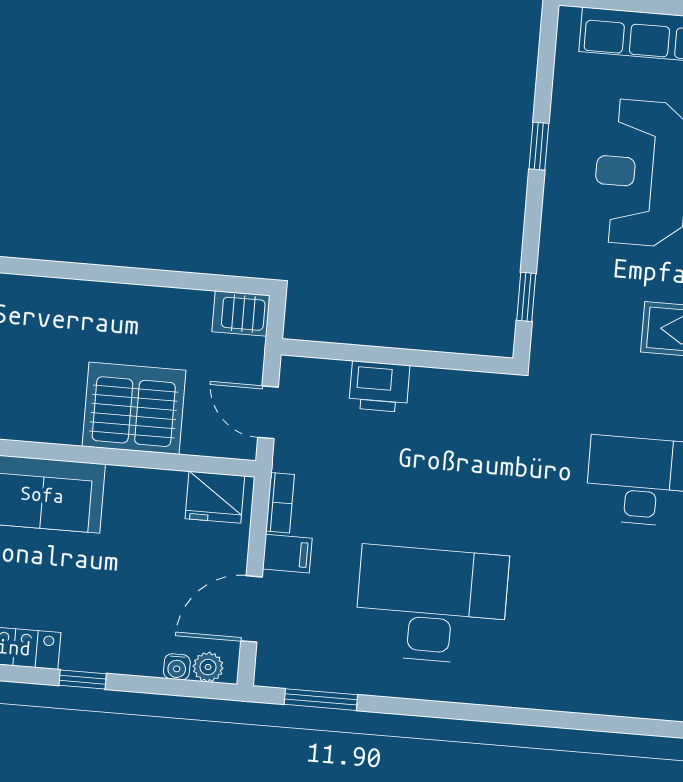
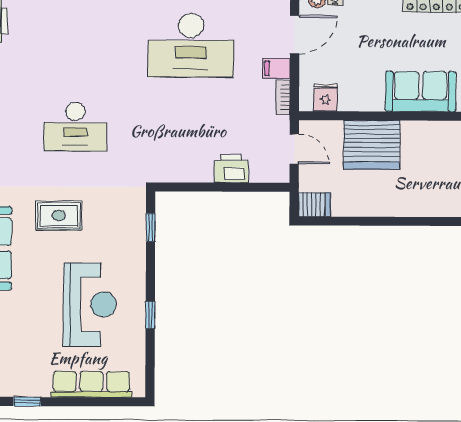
fridge: (215, 497) -> (325, 97), width x0.72

